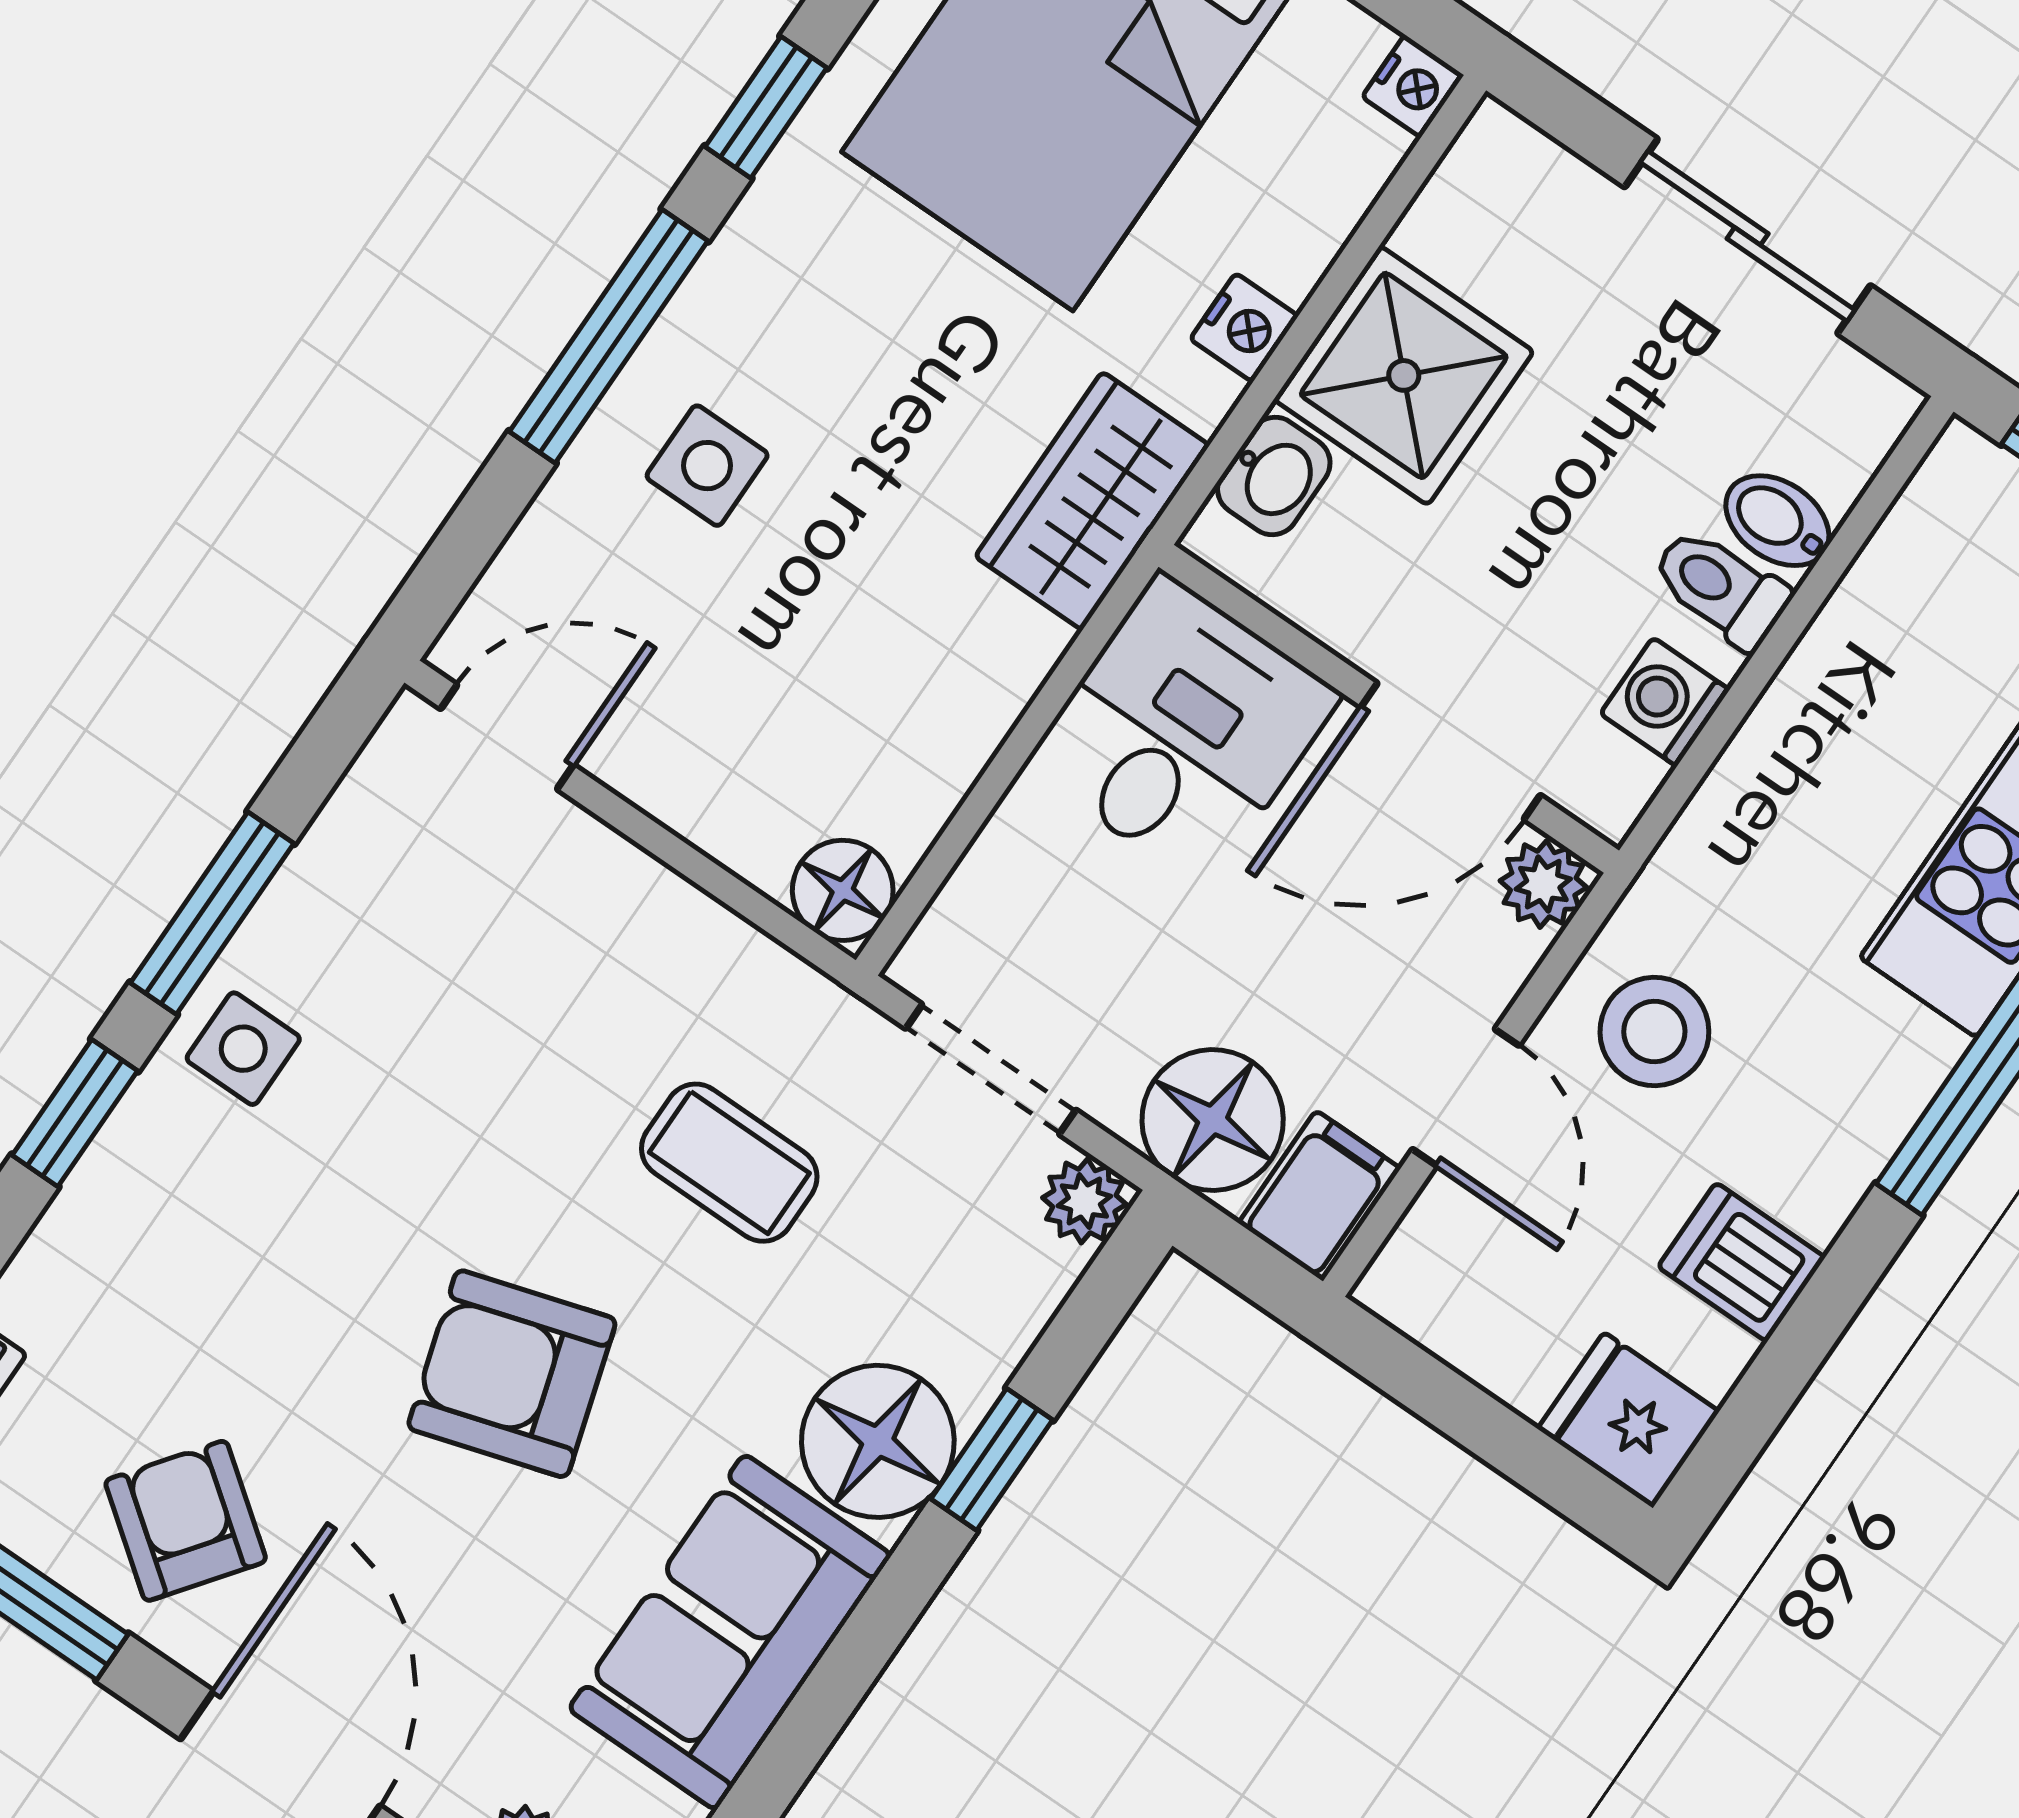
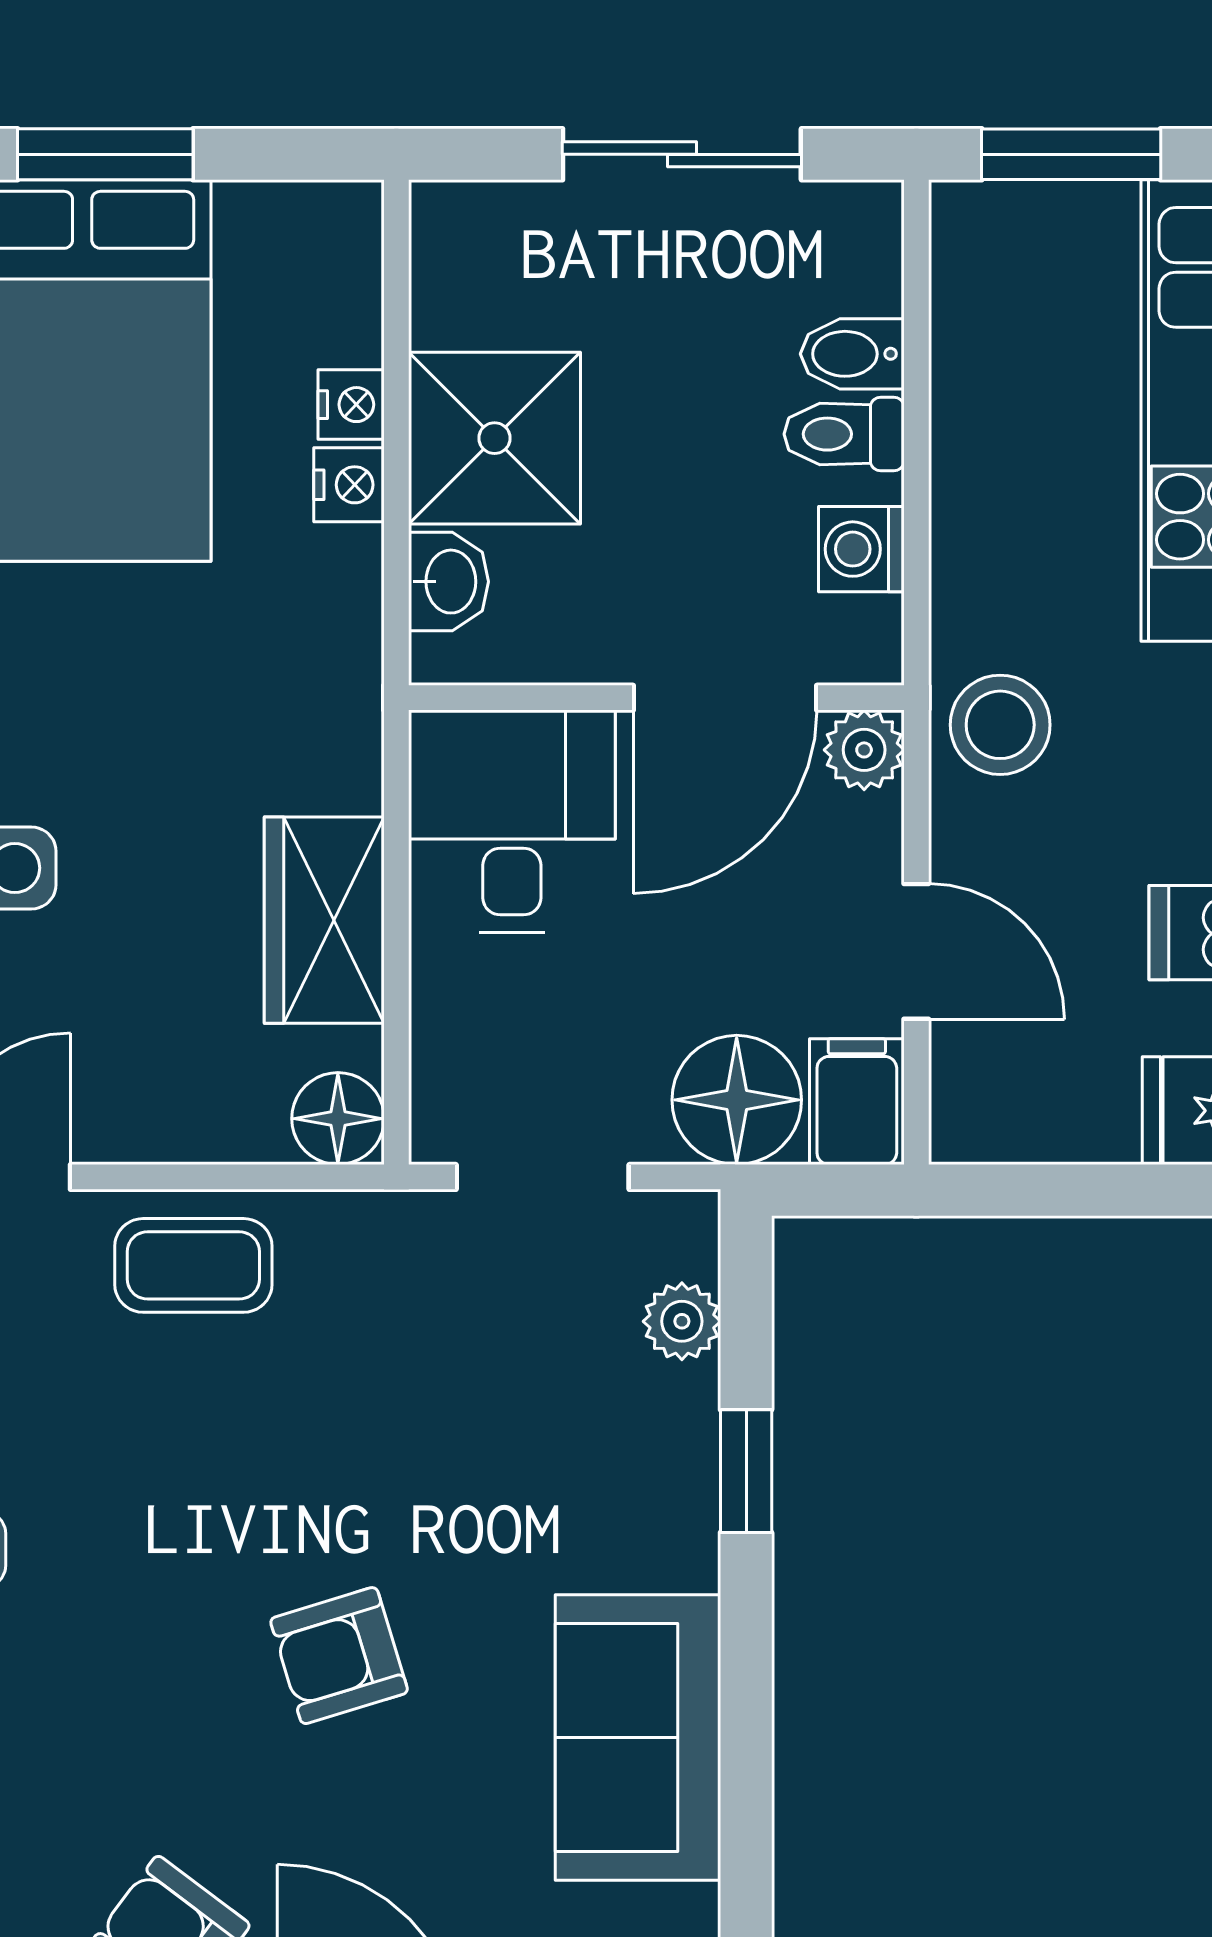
nightstand: (1413, 86) -> (351, 405), moved
wardrobe: (1092, 501) -> (324, 920), moved
stool: (1654, 1032) -> (1000, 725), moved
coffee table: (729, 1163) -> (193, 1265), moved
plant: (1084, 1201) -> (682, 1321), moved
armchair: (512, 1374) -> (339, 1656), width x0.72, depth x0.72
floor lamp: (878, 1441) -> (651, 1517), removed

